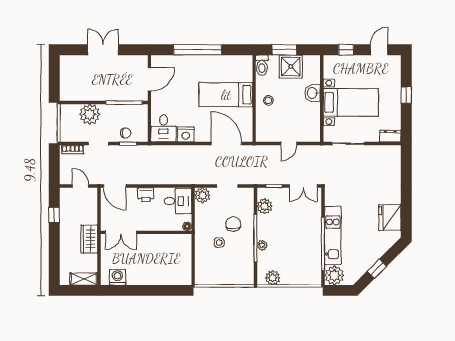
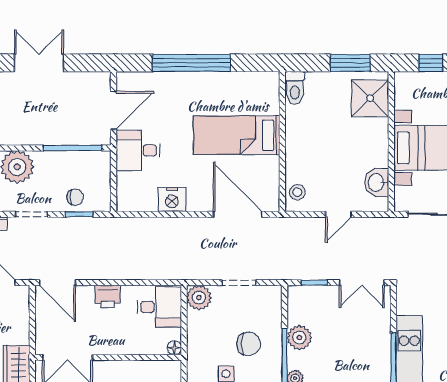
window: (284, 50) -> (350, 63), moved
shower: (291, 67) -> (370, 98), moved
washbasin: (313, 93) -> (377, 182), moved
stool: (268, 101) -> (297, 192), moved
desk: (164, 128) -> (138, 150), moved, turned 90
plant: (265, 206) -> (299, 338), moved
chair: (233, 224) -> (249, 344), turned 90

